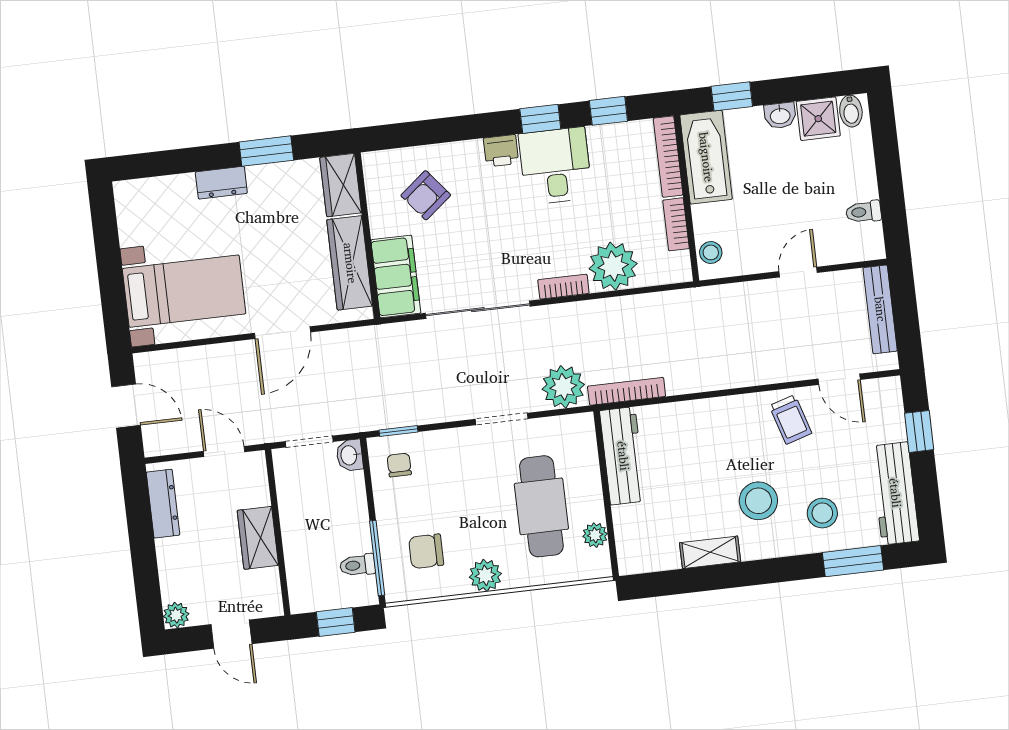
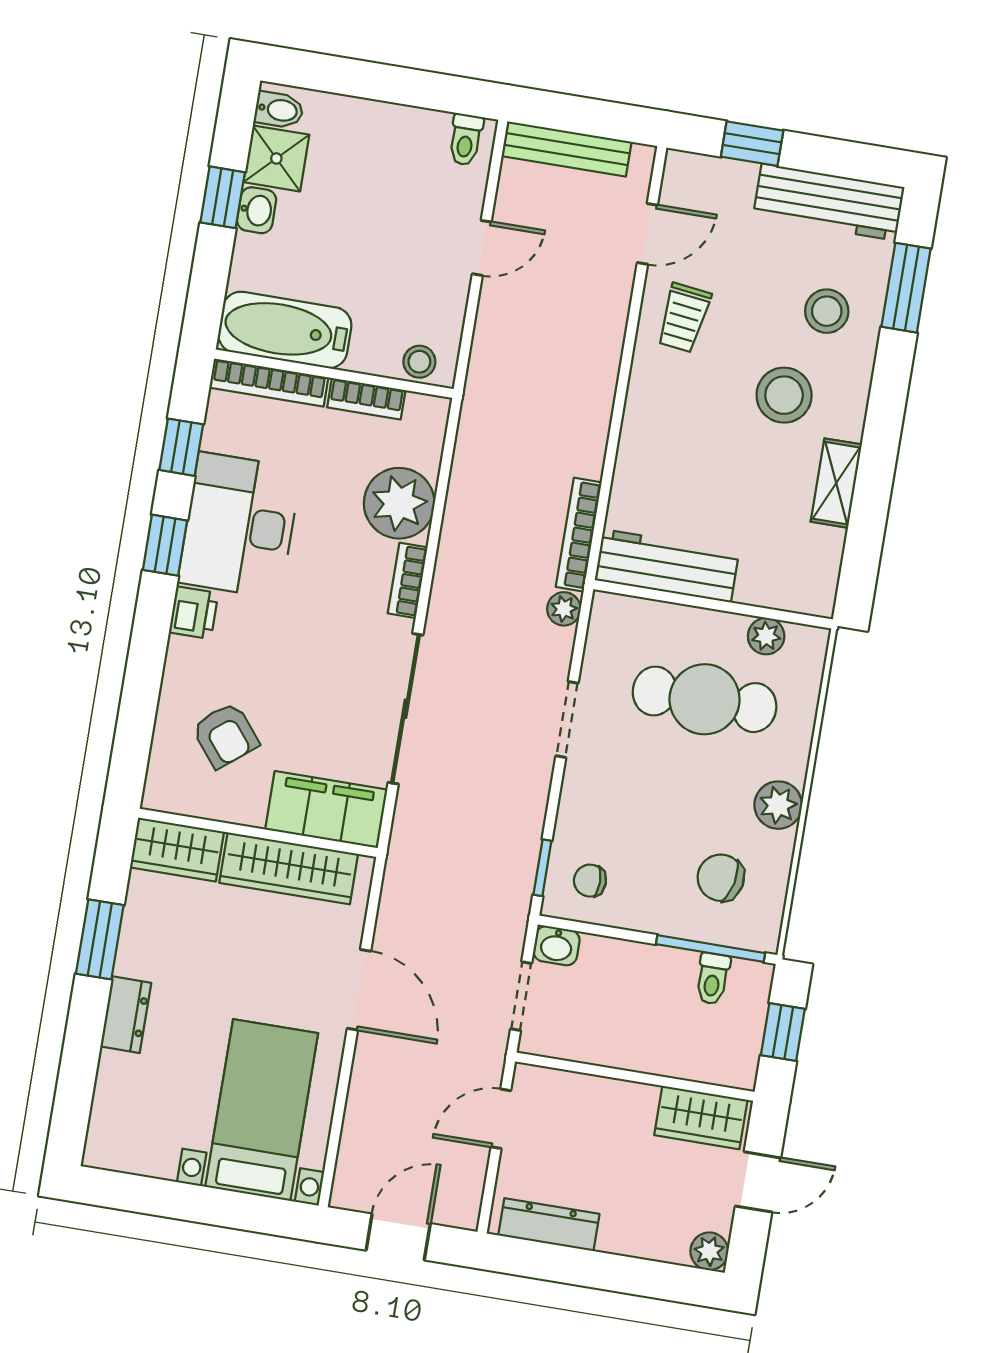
window: (732, 96) -> (223, 197), moved
desk: (555, 166) -> (239, 525), width x1.37
toilet: (864, 212) -> (466, 140), moved
door: (798, 272) -> (482, 248), swing flipped
plant: (563, 387) -> (564, 609), width x0.53, depth x0.53
trolley: (791, 419) -> (684, 318), turned 114
wardrobe: (258, 538) -> (701, 1117), moved
chair: (426, 551) -> (721, 878), turned 102

